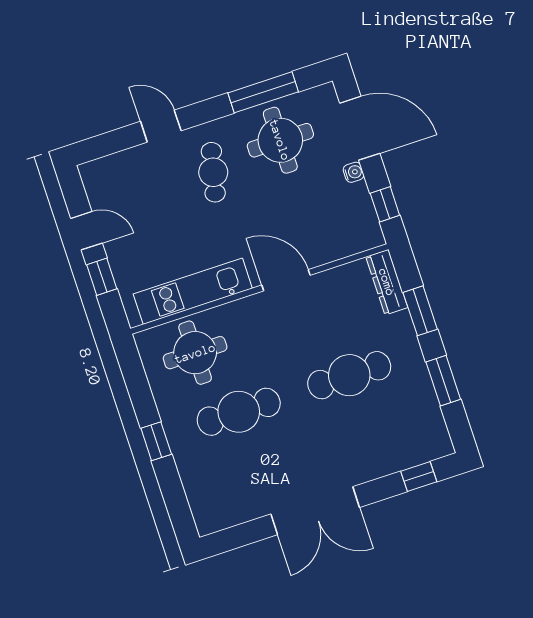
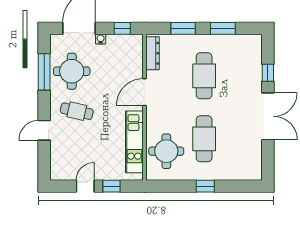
dresser: (387, 282) -> (153, 53), moved, turned -90
window: (419, 476) -> (268, 73), moved

